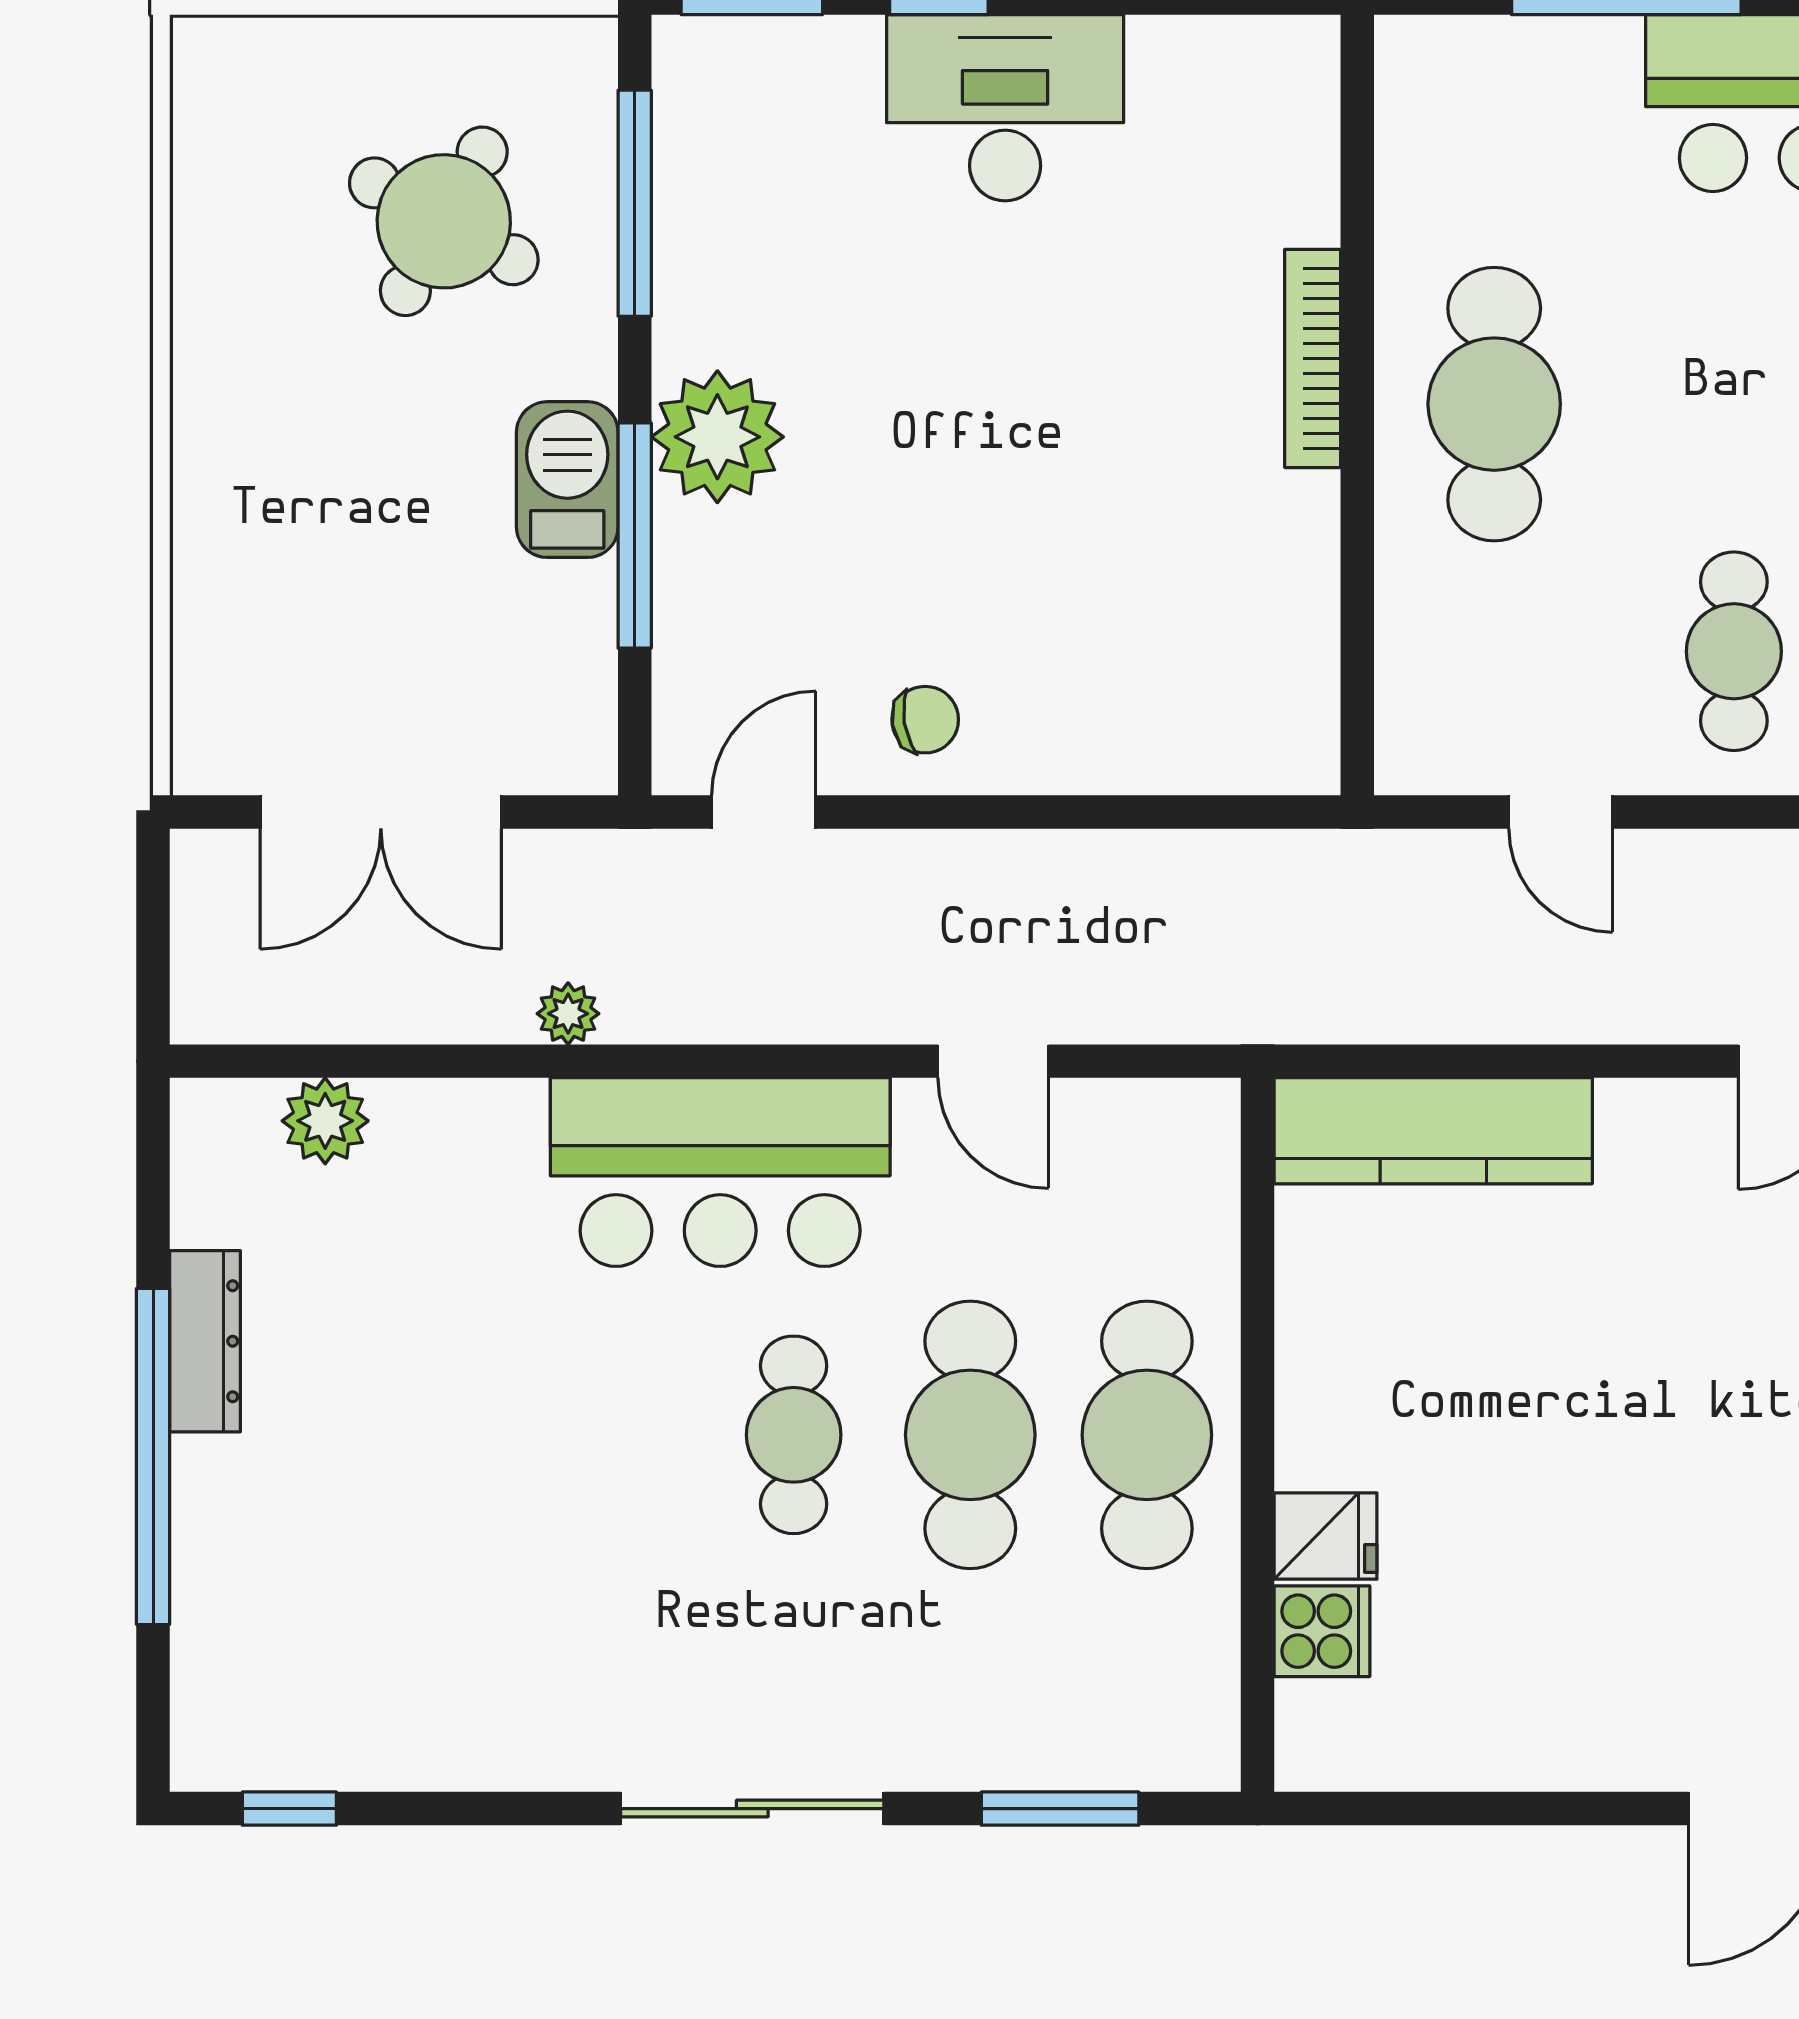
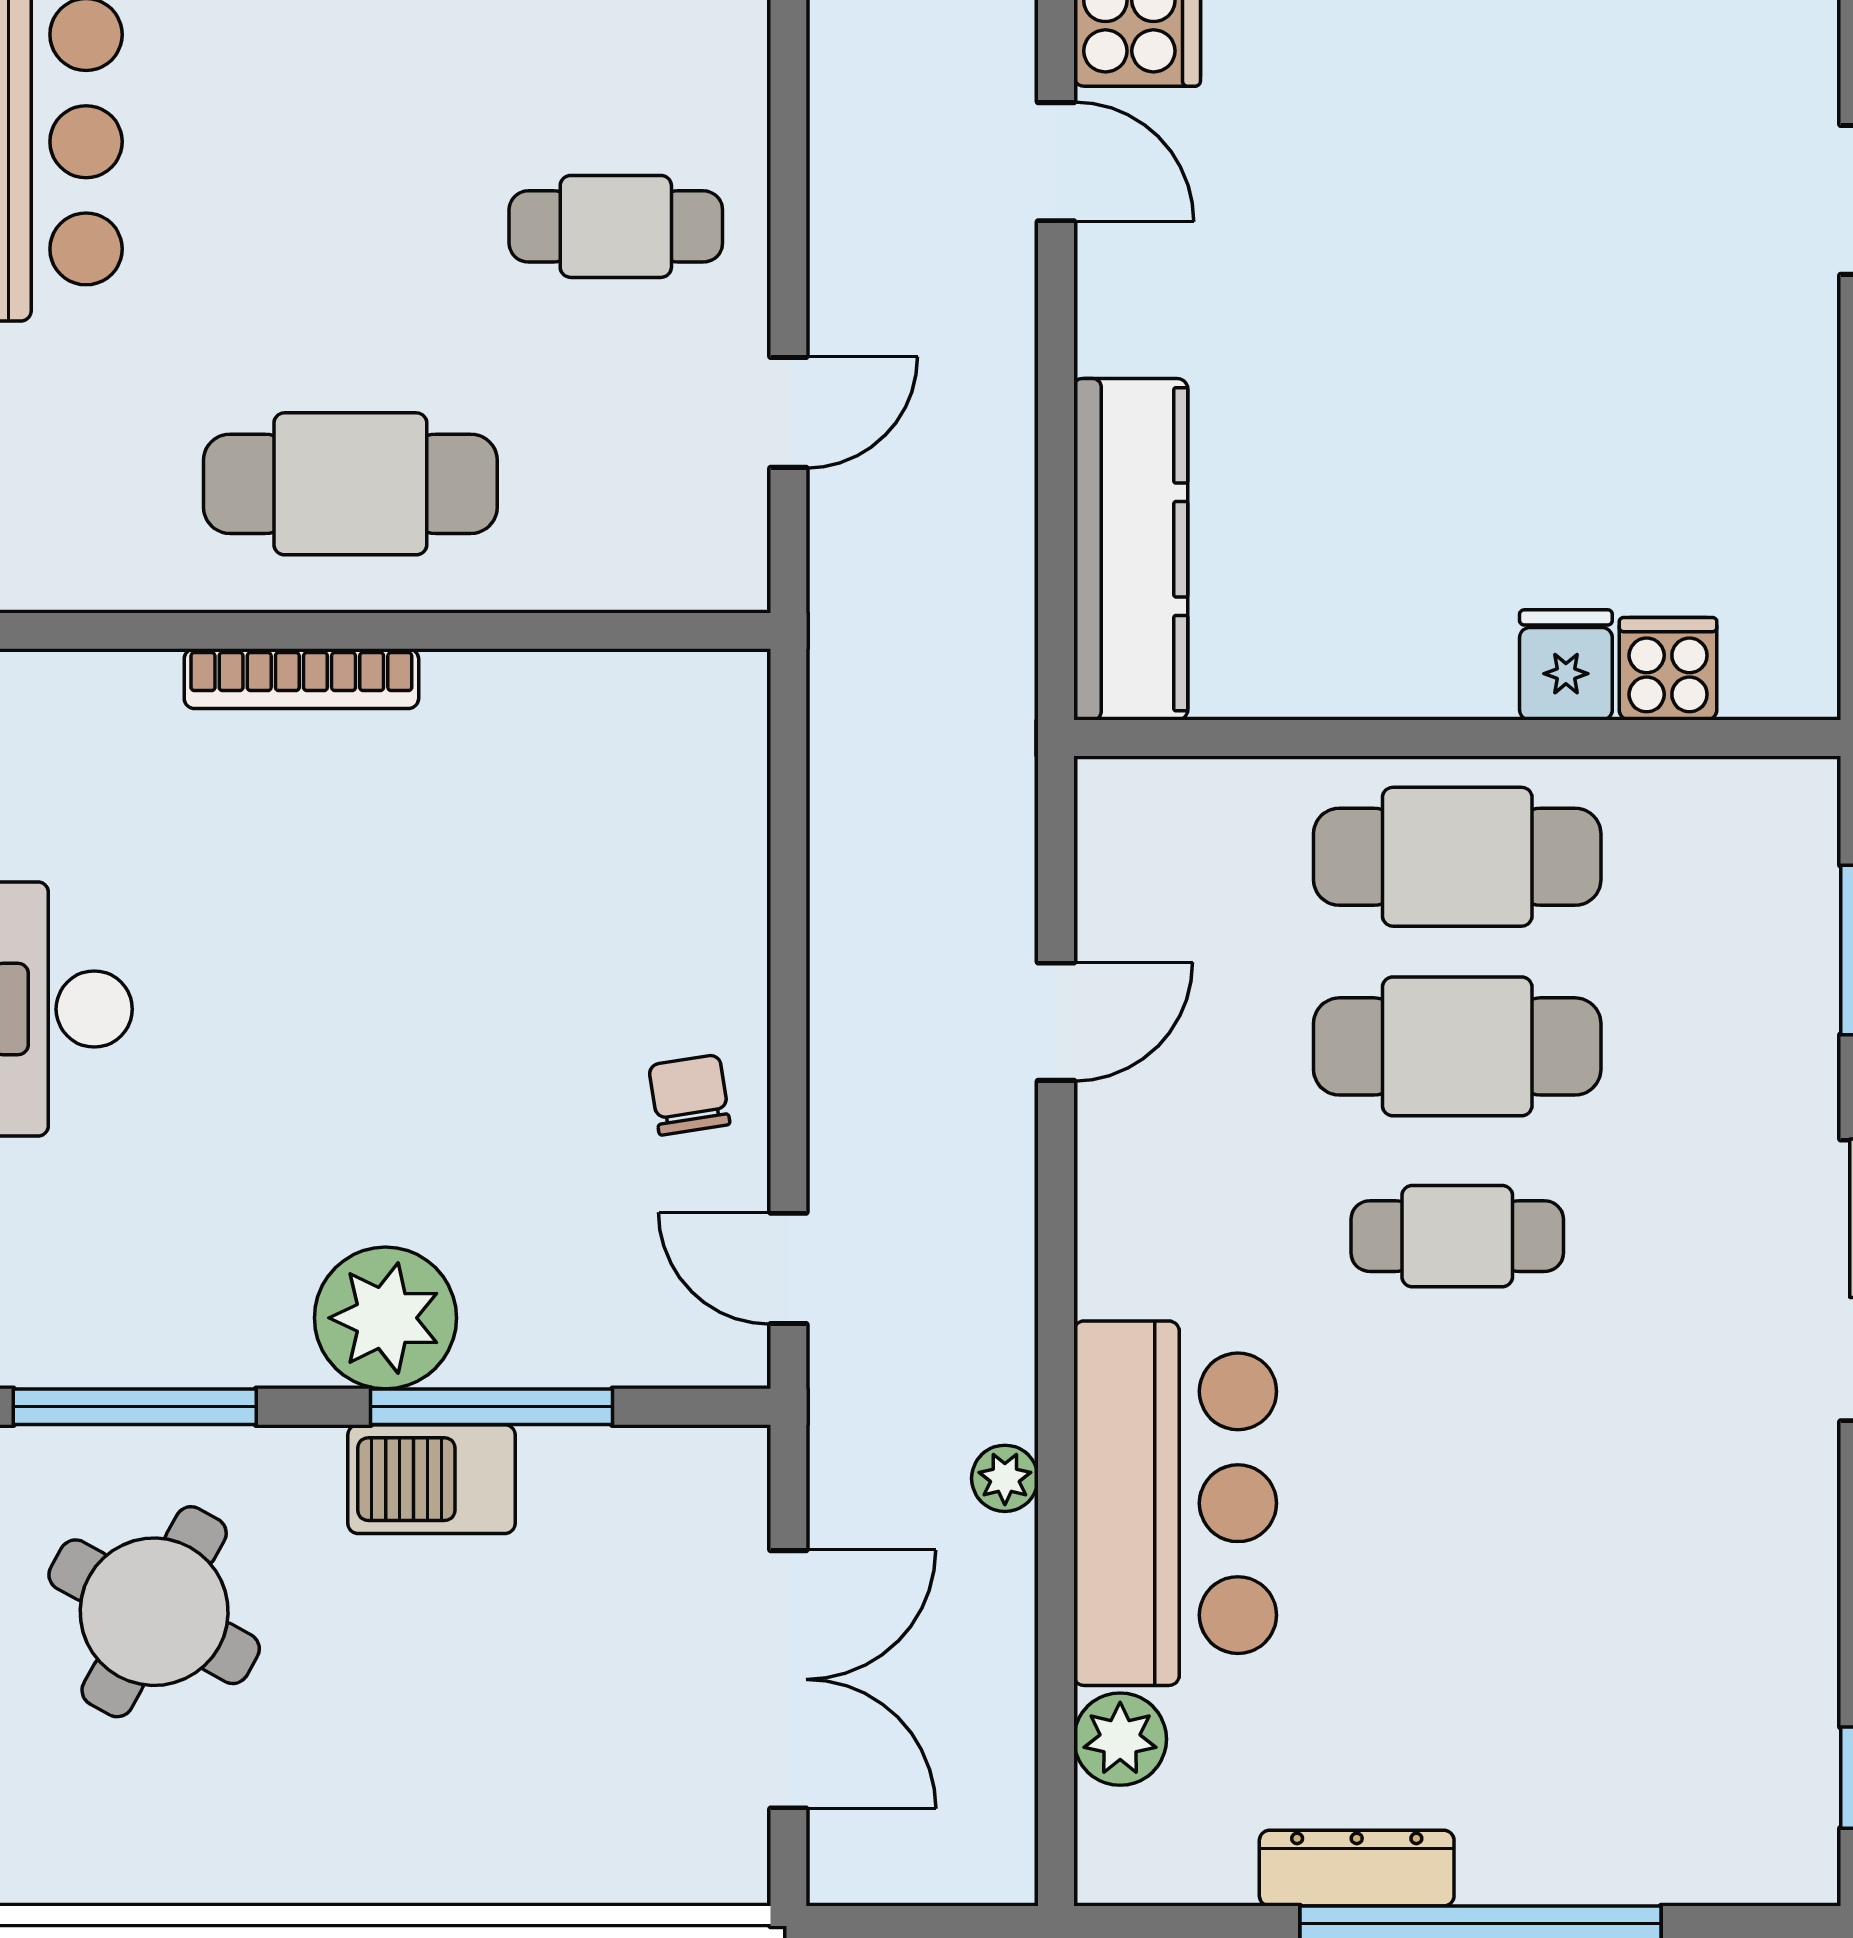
bar counter: (720, 1172) -> (1175, 1503), moved

